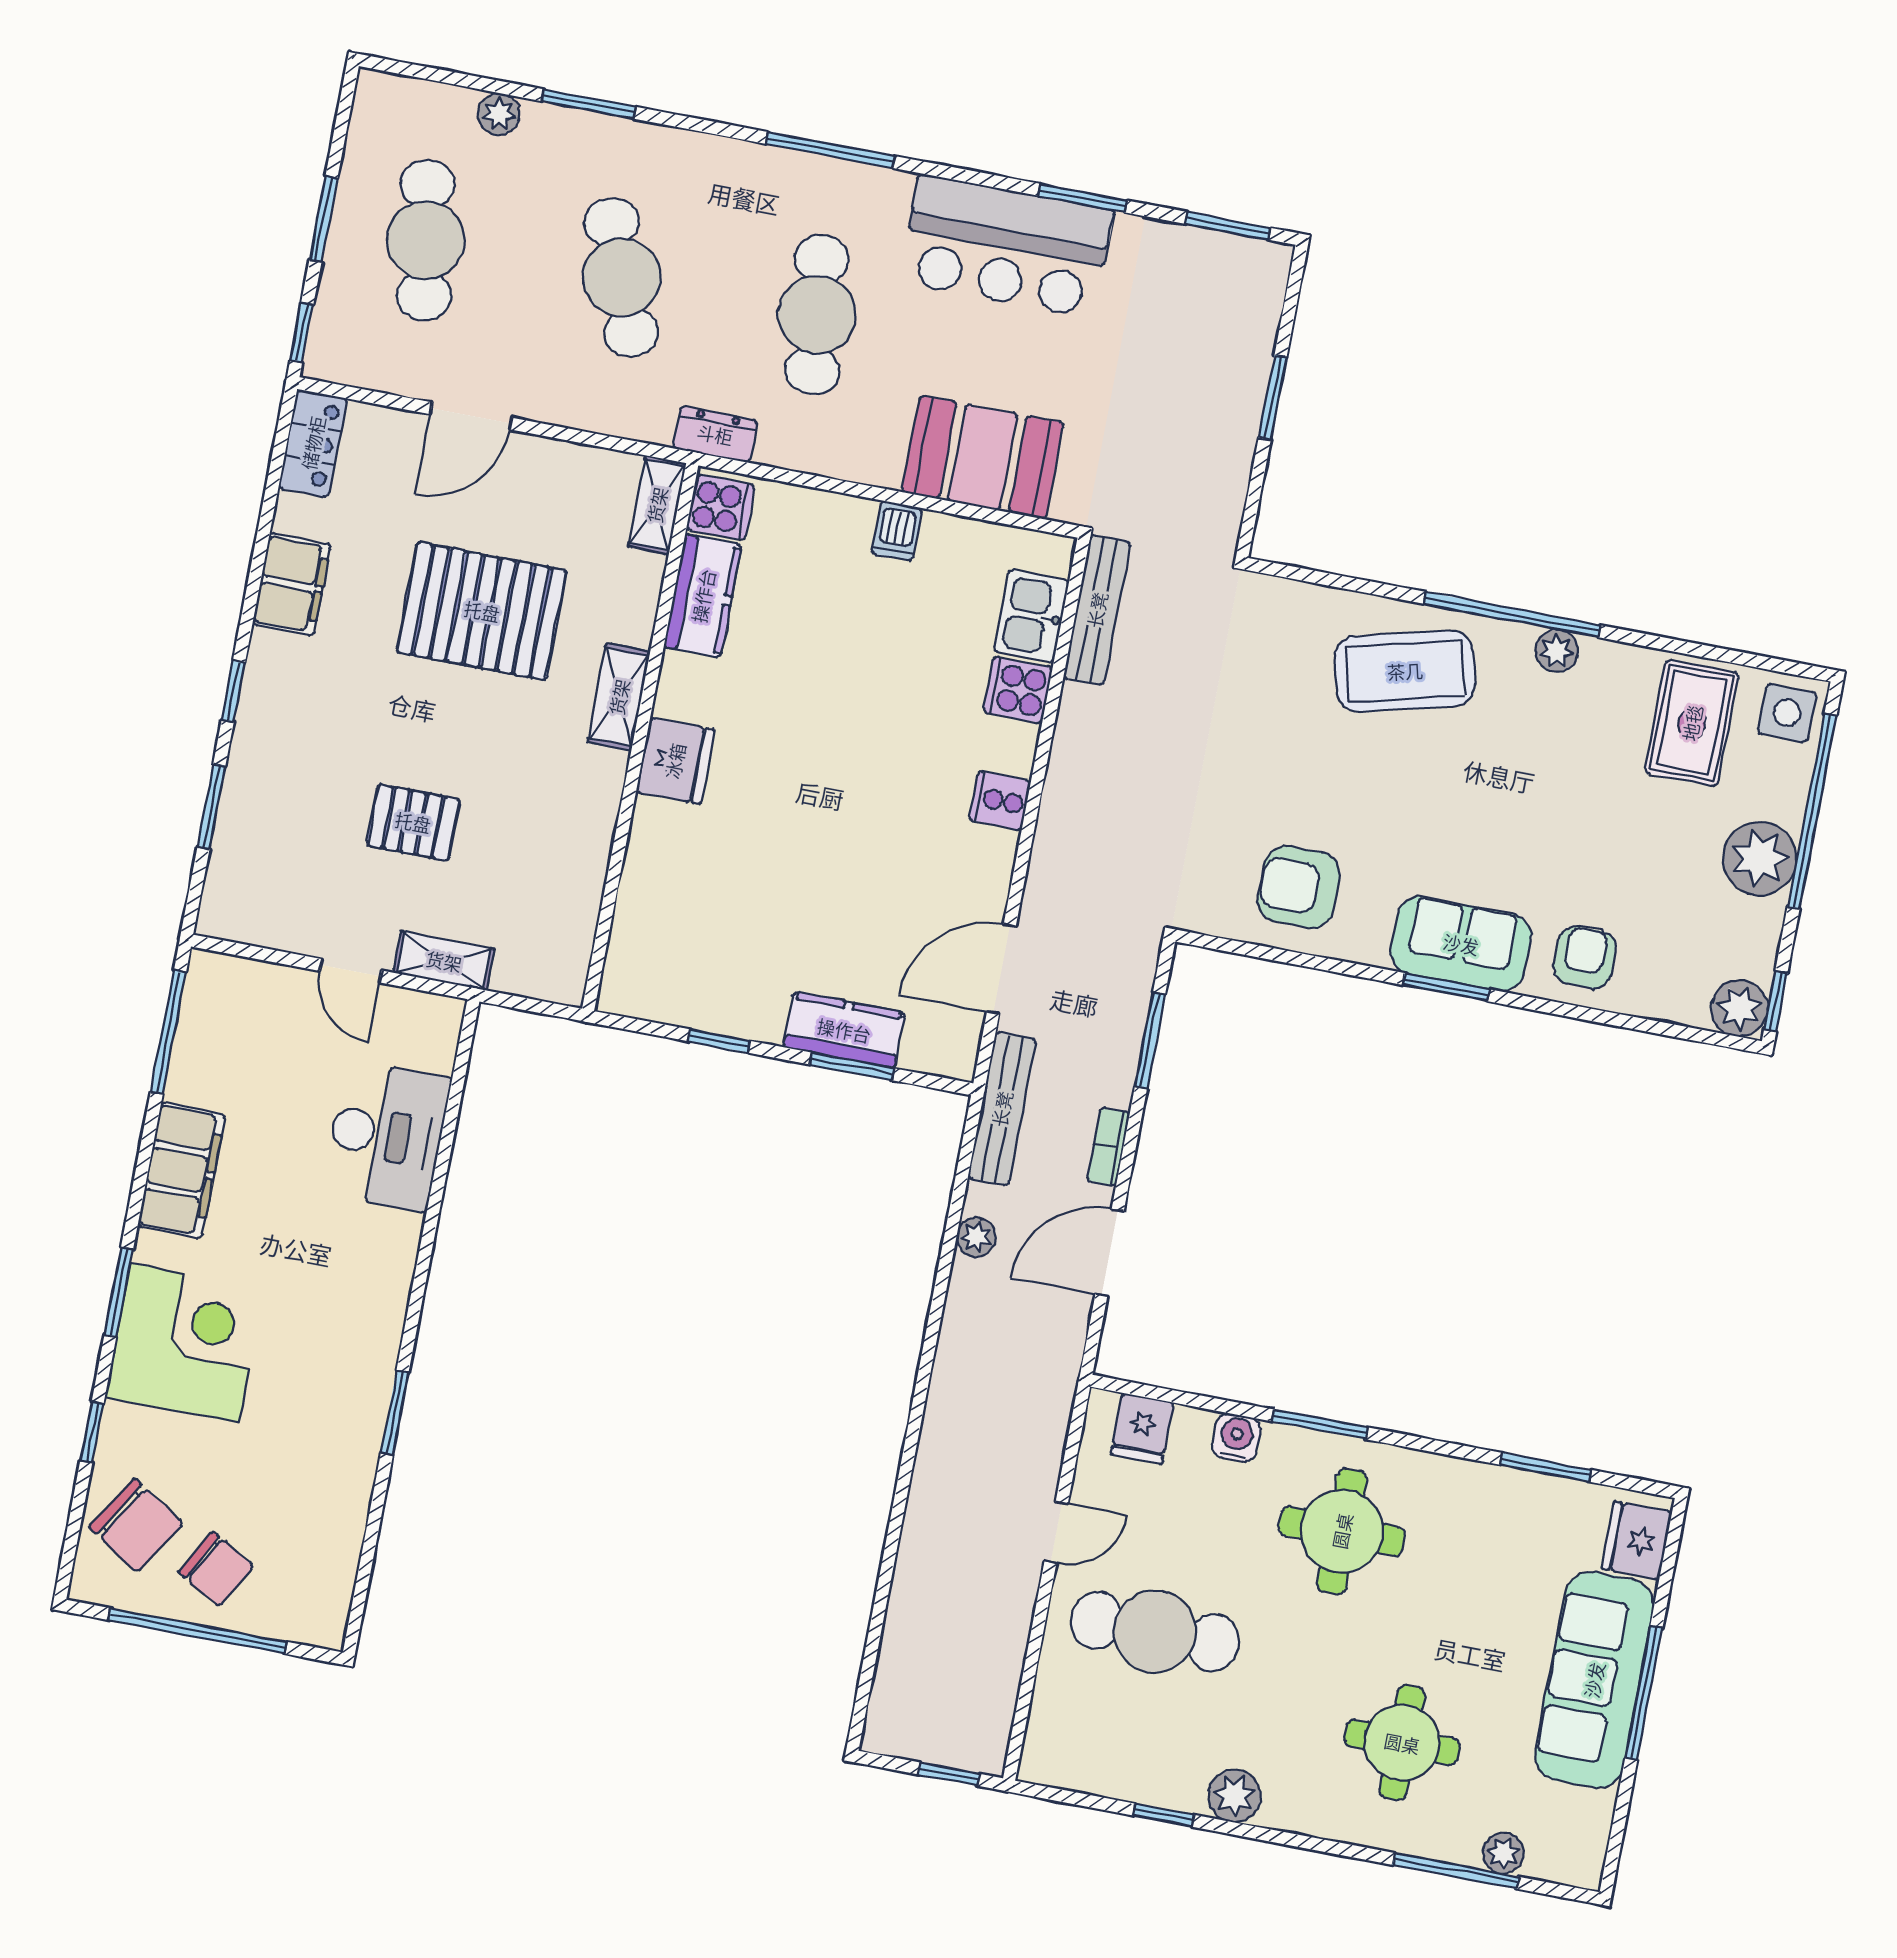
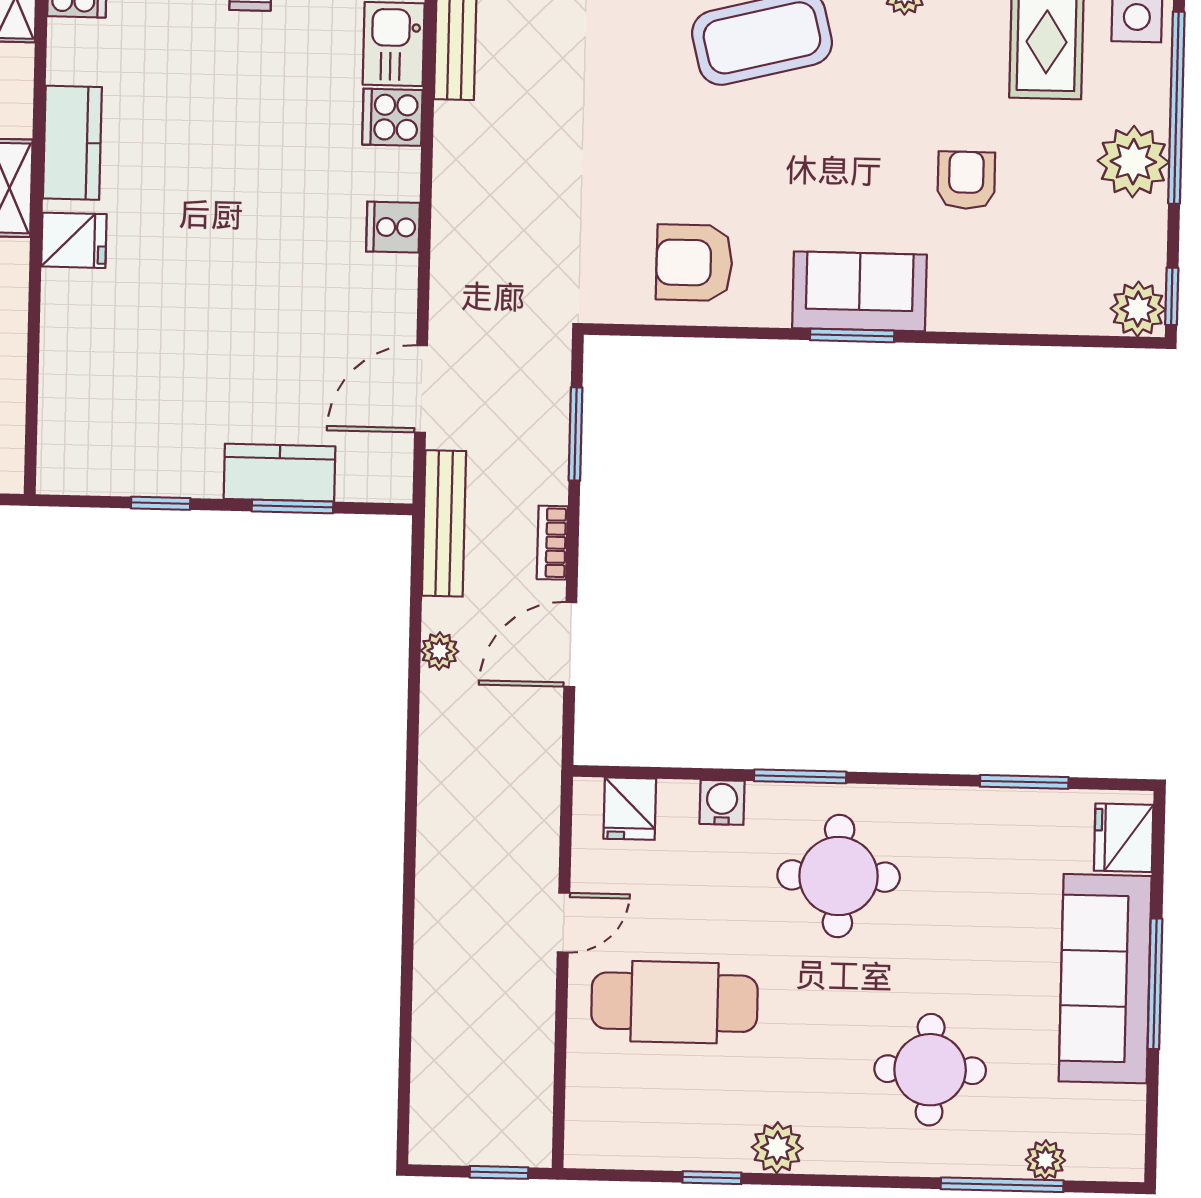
kitchen counter: (703, 596) -> (72, 143), moved
fridge: (675, 761) -> (74, 240), width x0.72
armchair: (1585, 957) -> (966, 180), moved

